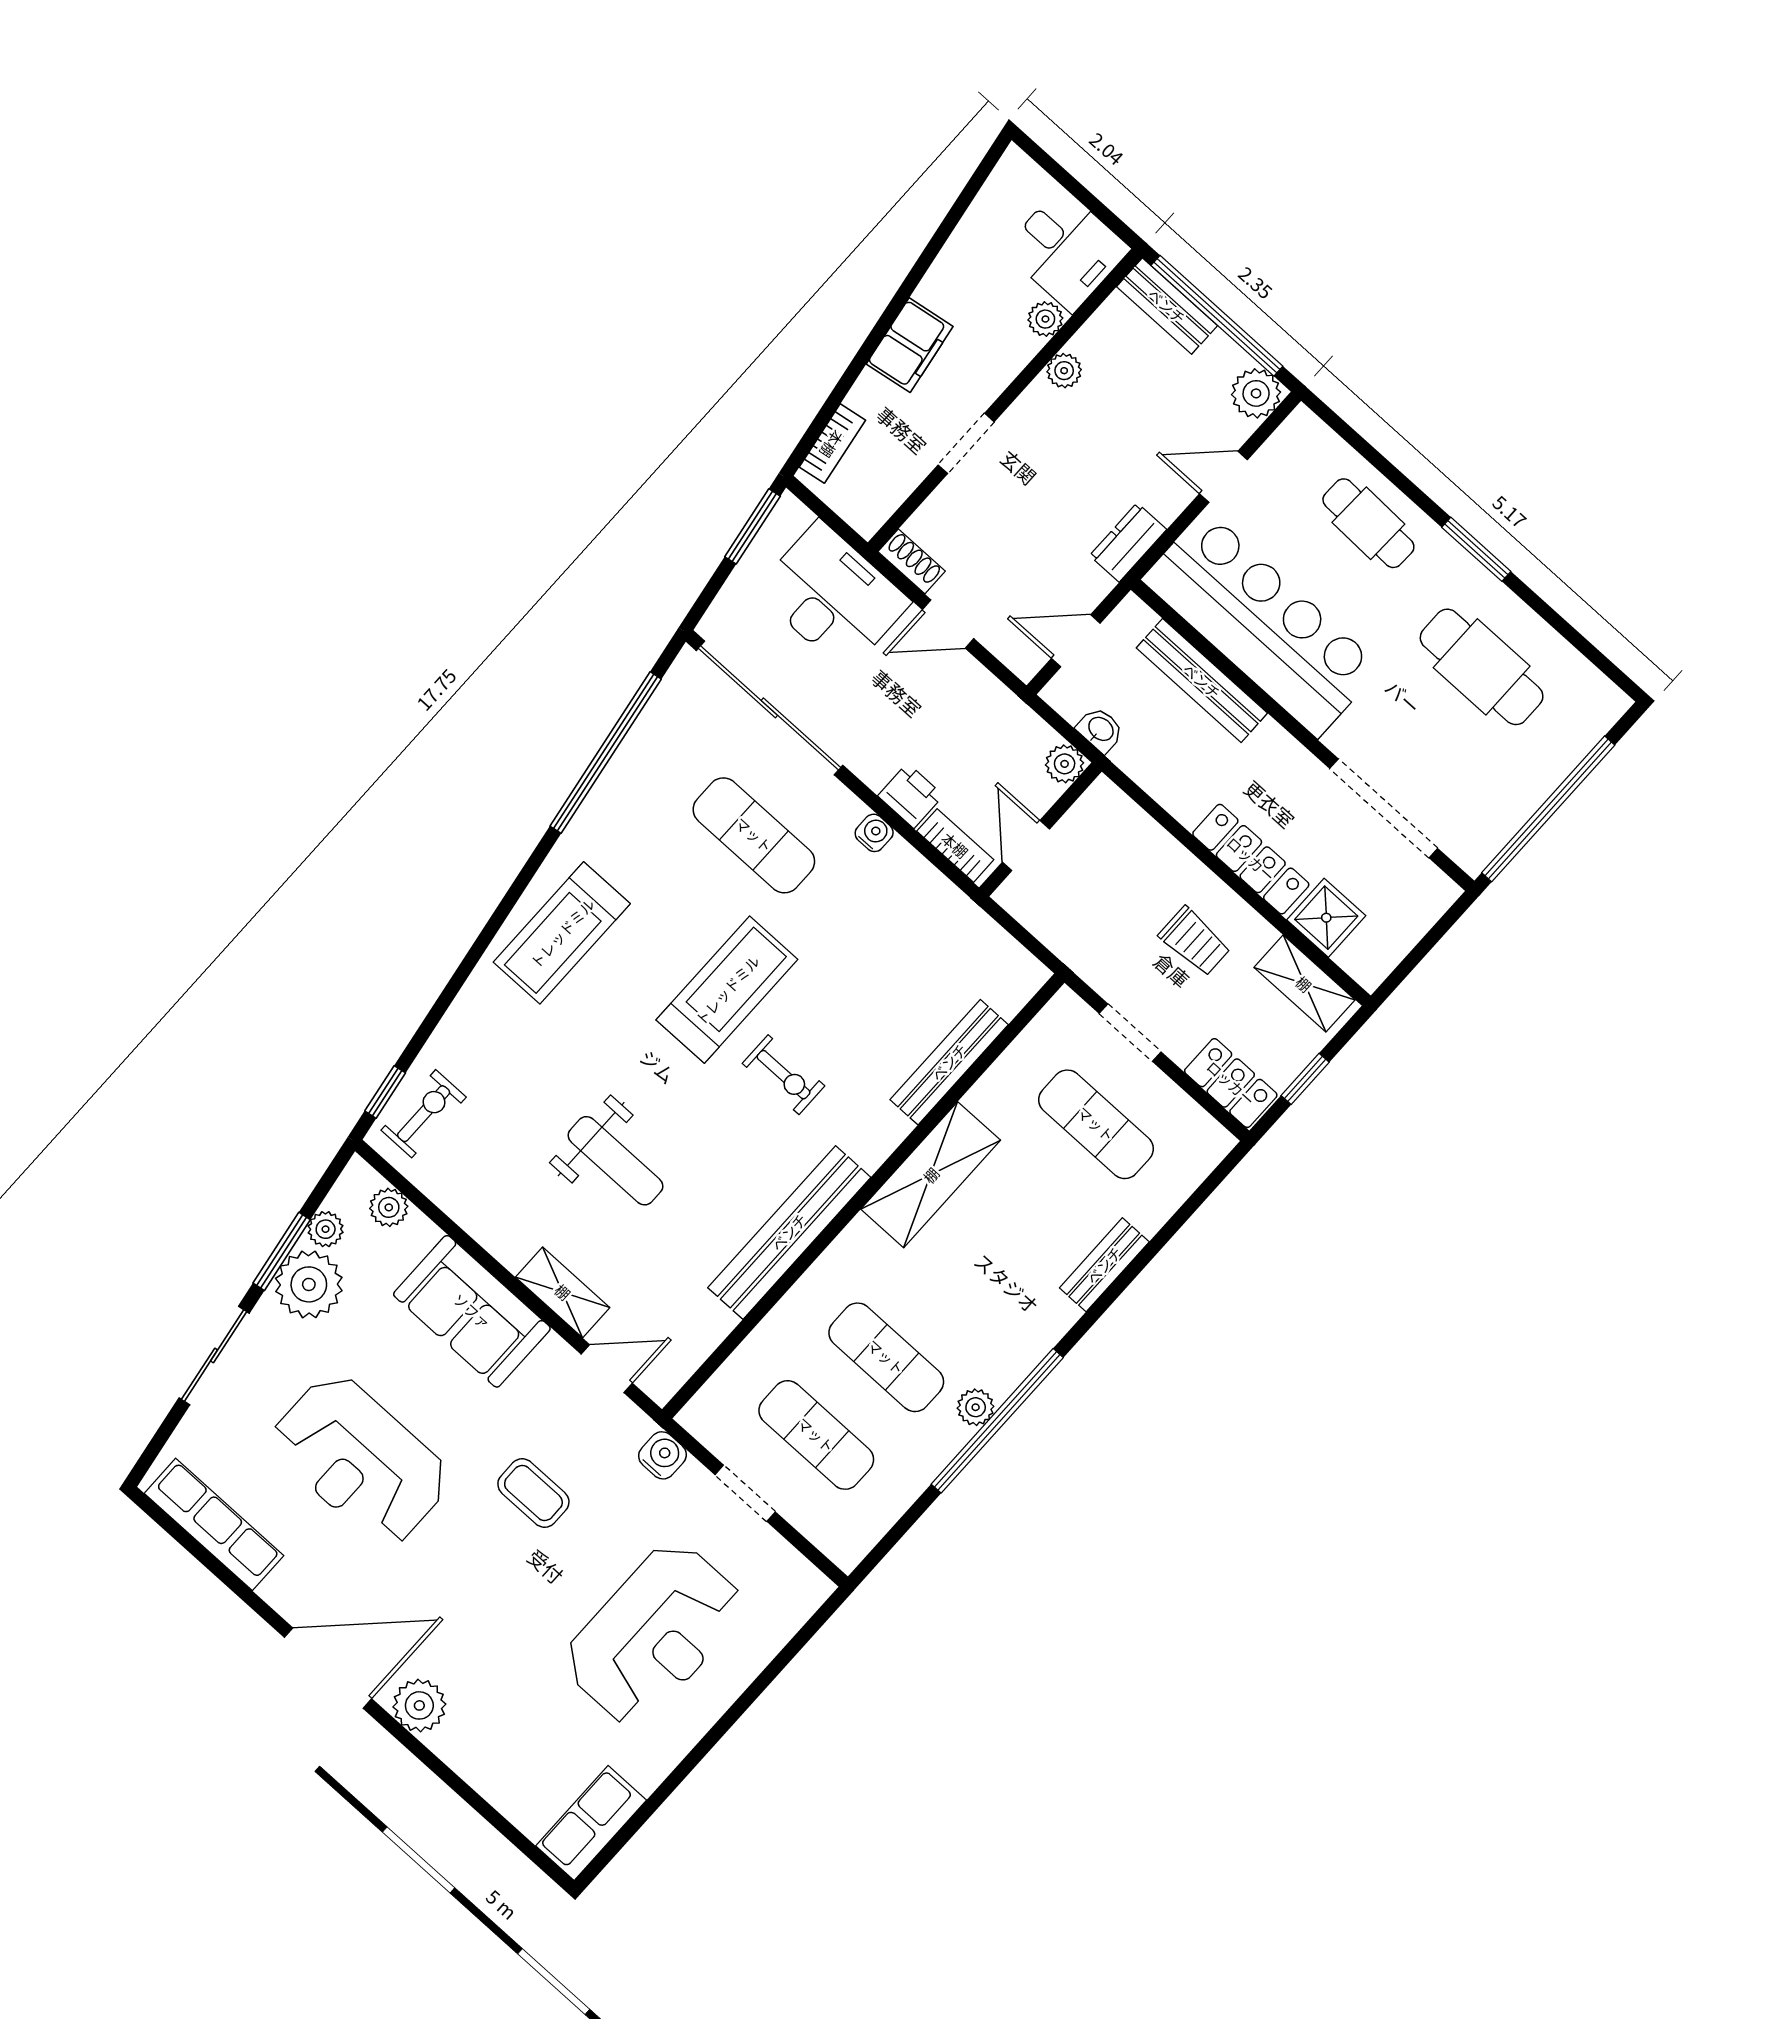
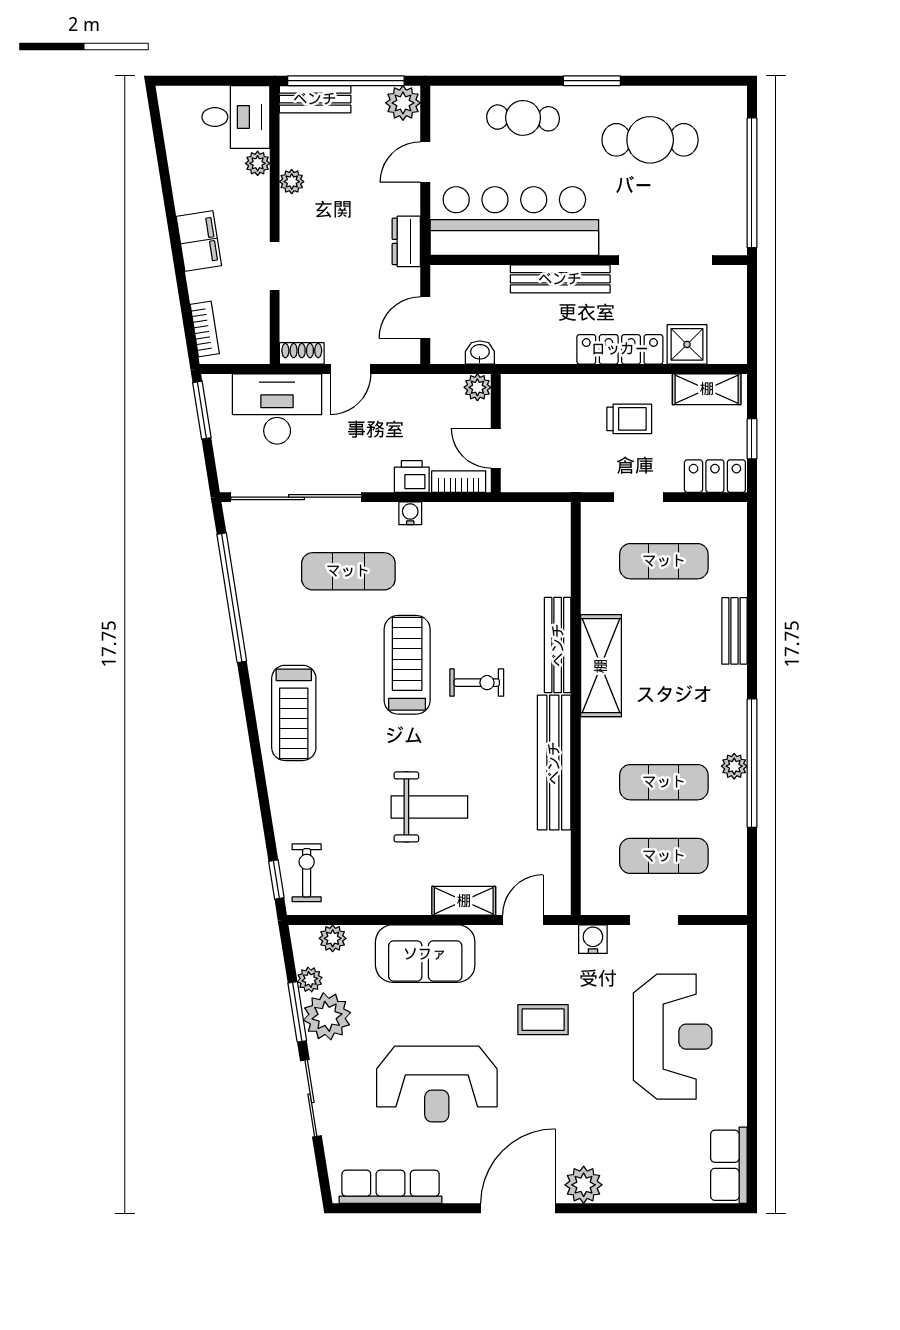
bench: (1202, 681) -> (560, 279), moved
bench: (949, 1062) -> (558, 645), moved

